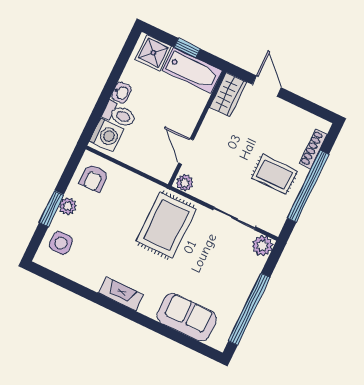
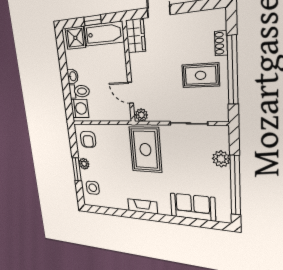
shoe rack: (313, 149) -> (221, 43), width x0.70
plant: (262, 246) -> (221, 159), moved

